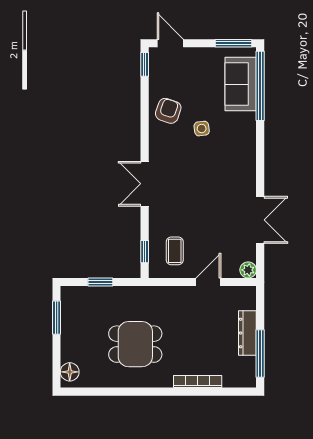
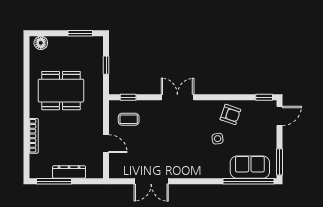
plant: (248, 270) -> (115, 172), removed
dining table: (135, 344) -> (61, 91), width x1.38

